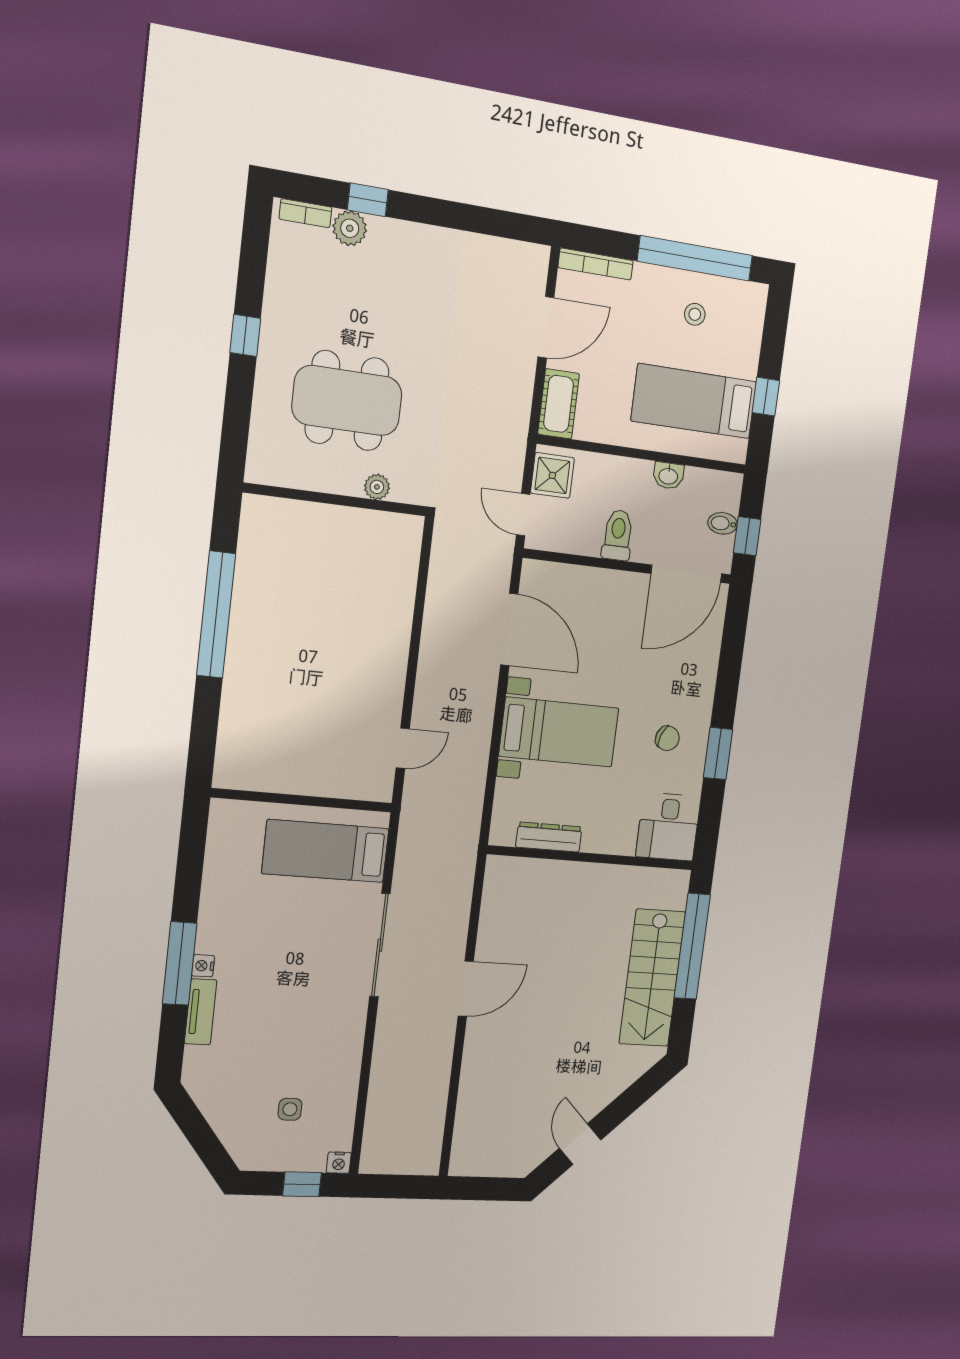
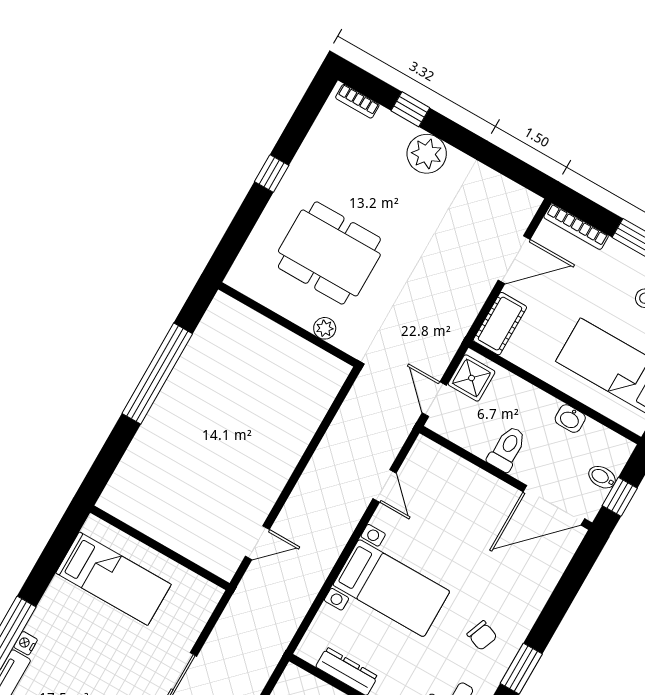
plant: (350, 228) -> (427, 154), moved, width x1.36, depth x1.36
door: (509, 629) -> (385, 486), width x0.53
bed: (326, 851) -> (113, 579), moved, turned 180

